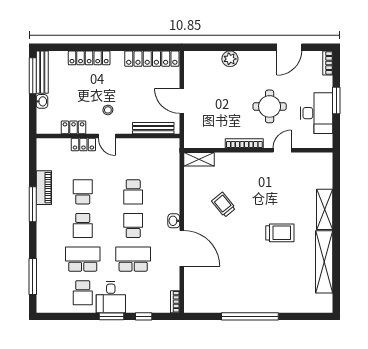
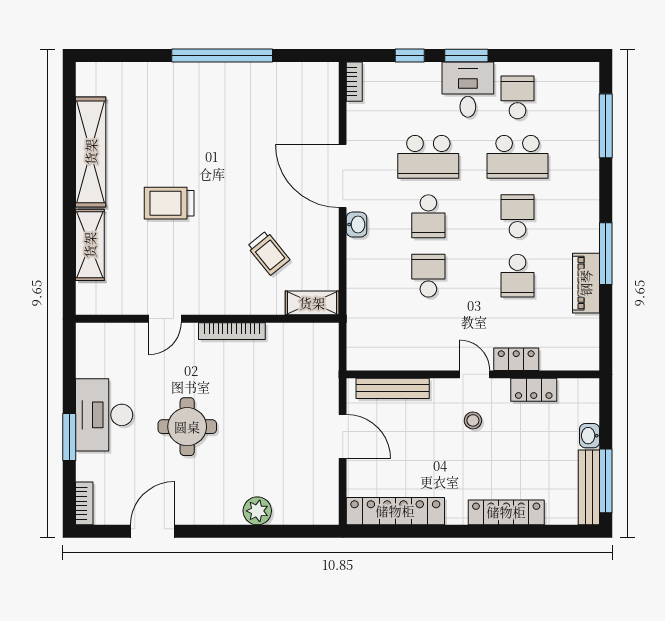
bookcase: (244, 143) -> (232, 331), moved
wall: (258, 150) -> (207, 319), moved
door: (282, 150) -> (165, 319), moved
shelving: (199, 159) -> (312, 303), moved

